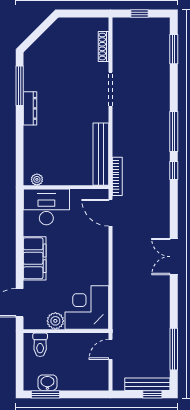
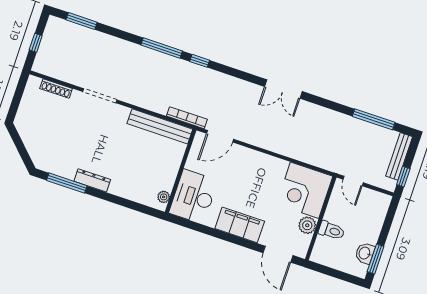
toilet: (40, 345) -> (332, 231), moved
window: (152, 394) -> (403, 177), moved

